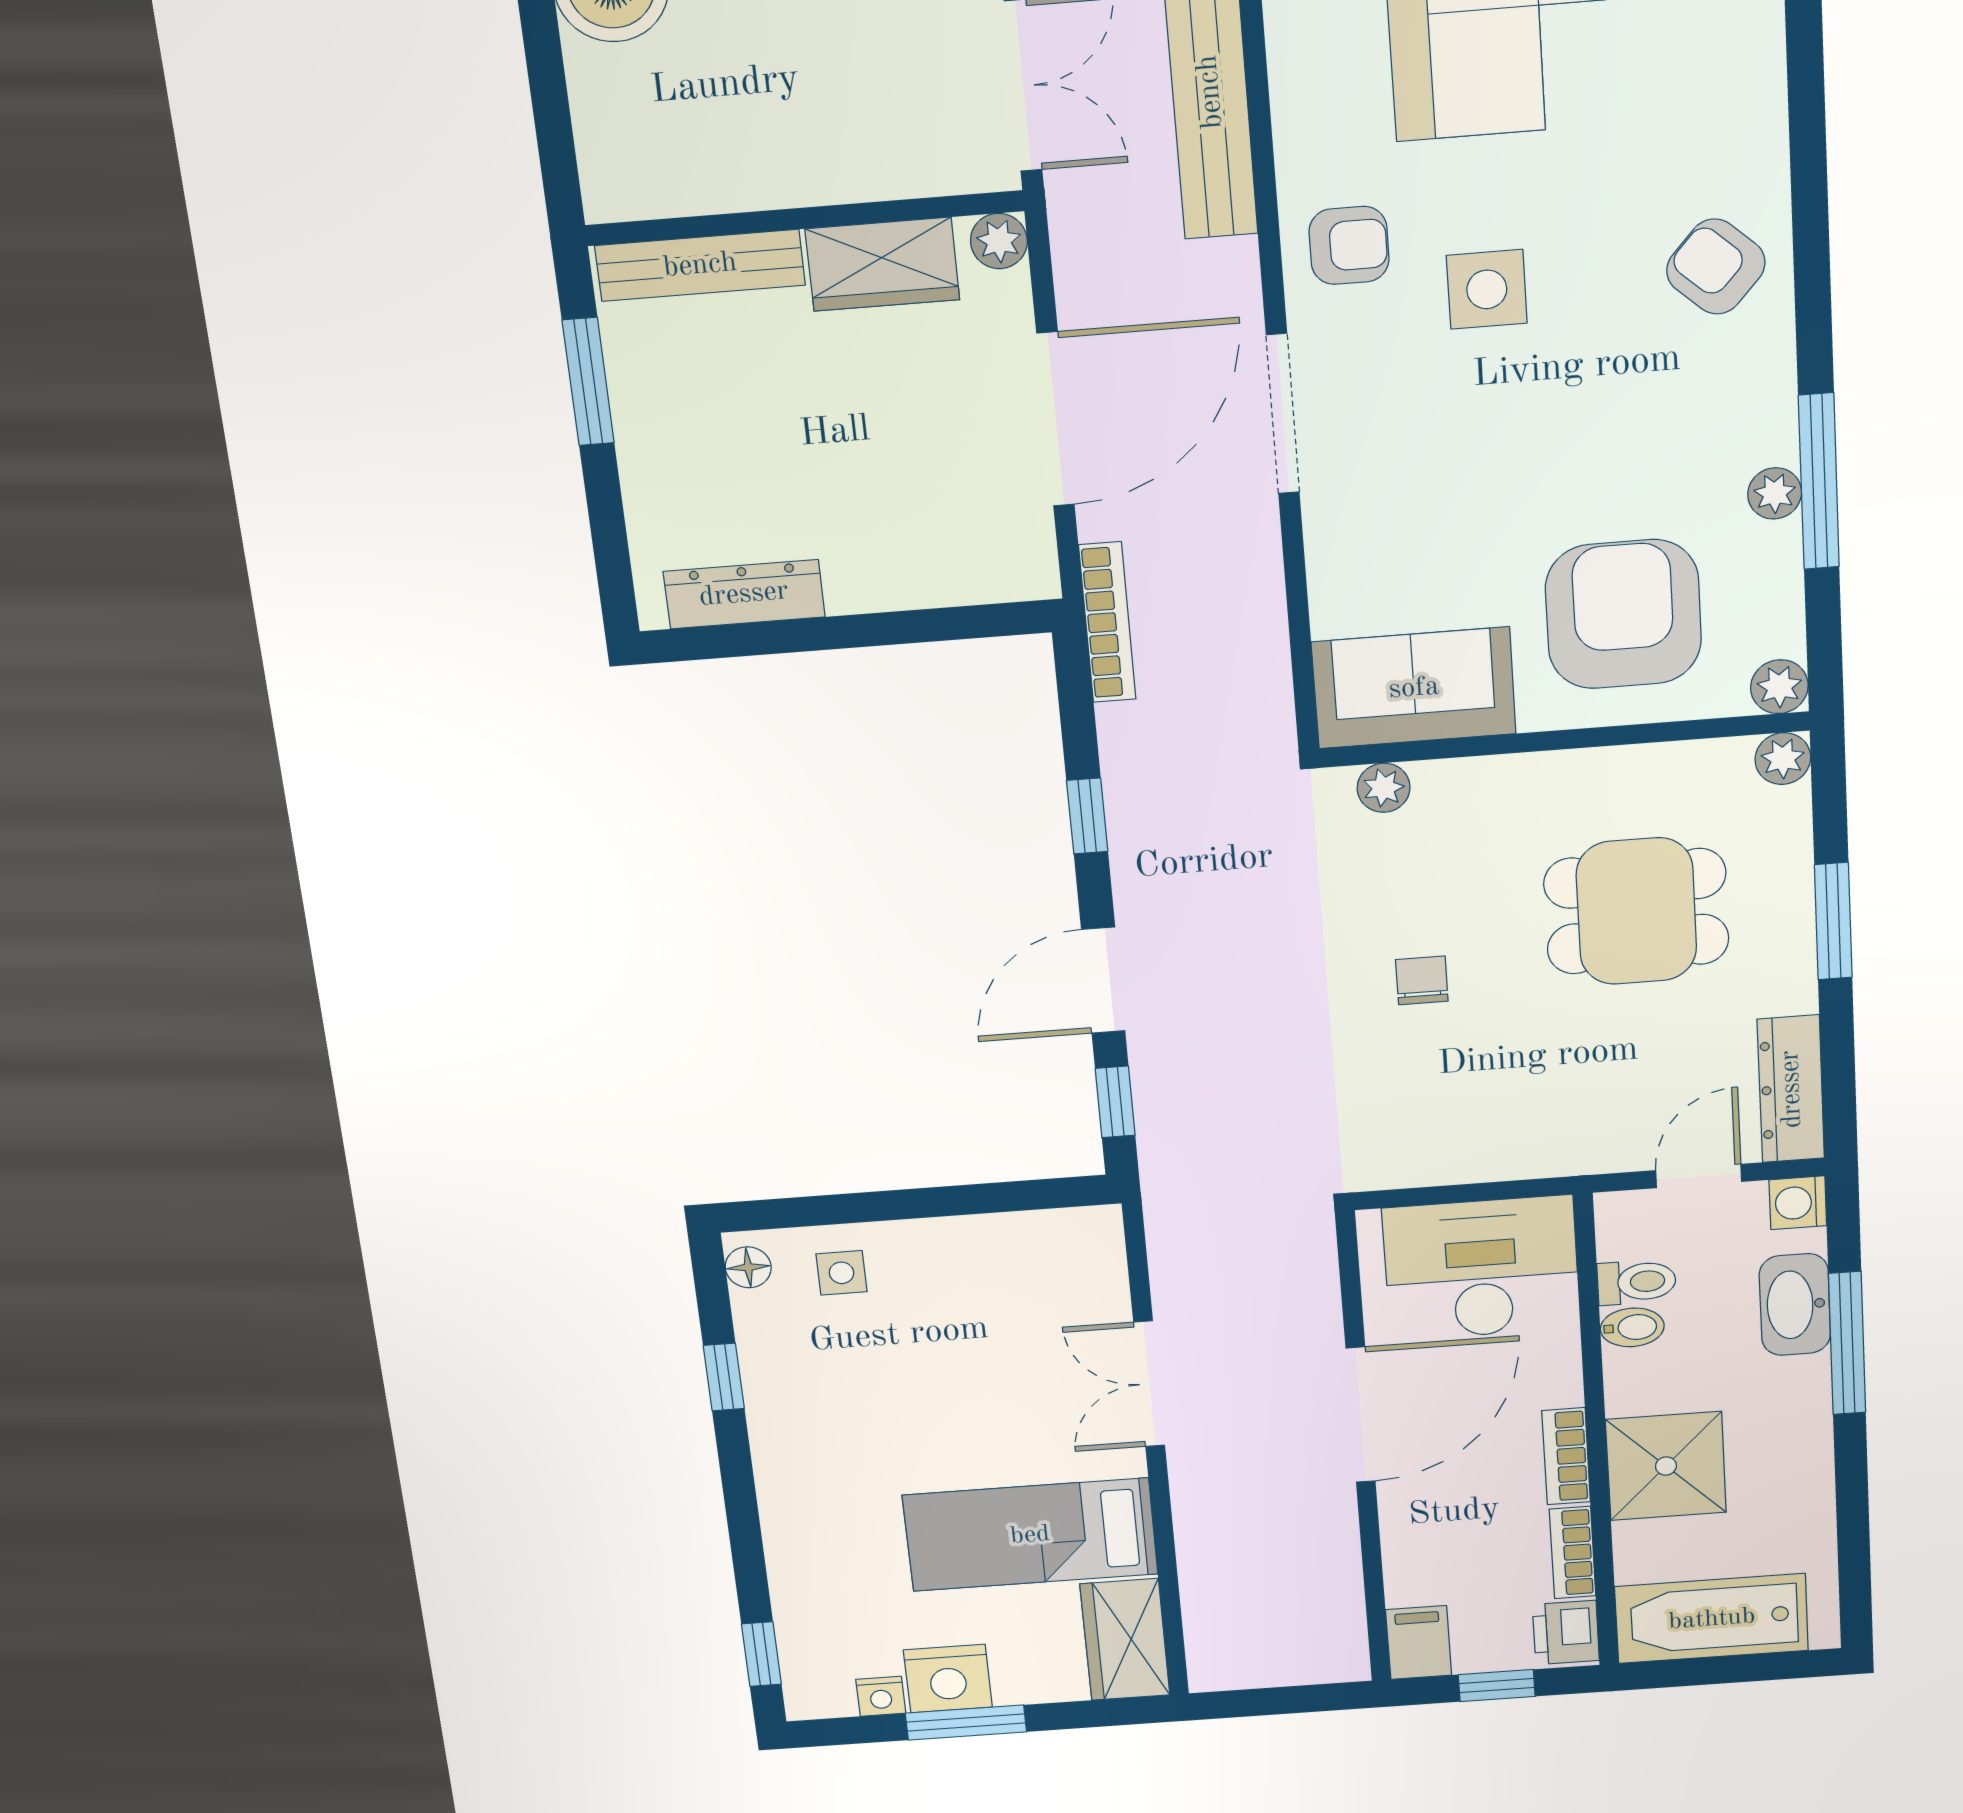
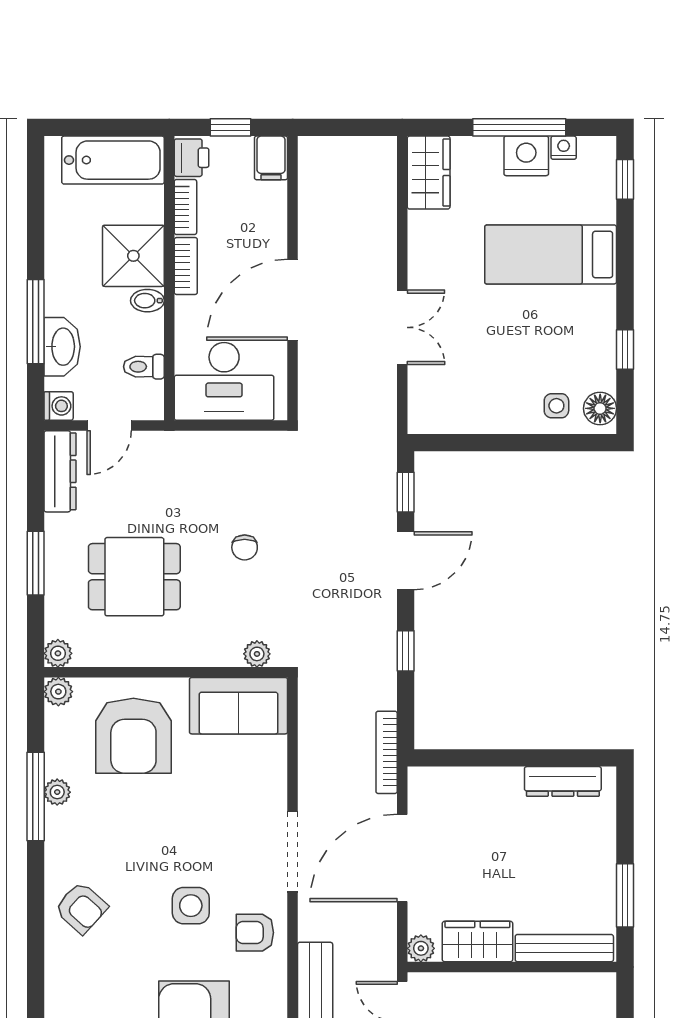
floor lamp: (748, 1267) -> (600, 408), width x1.37, depth x1.37
bidet: (1632, 1327) -> (147, 301), moved
bed: (1030, 1535) -> (551, 254), moved, turned 180
window: (966, 1723) -> (519, 127), width x1.44

